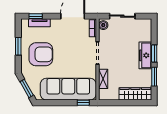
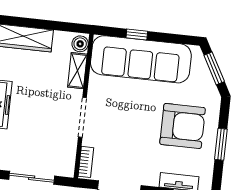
boiler: (103, 25) -> (80, 44), moved
armchair: (41, 54) -> (183, 126), turned 180
window: (83, 103) -> (137, 34), moved

